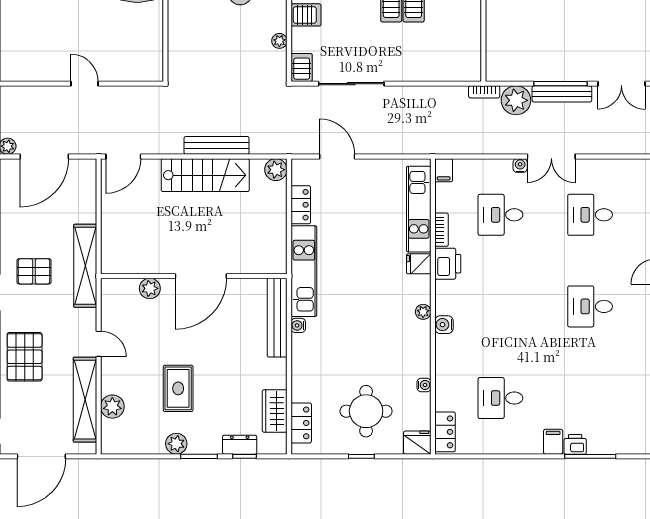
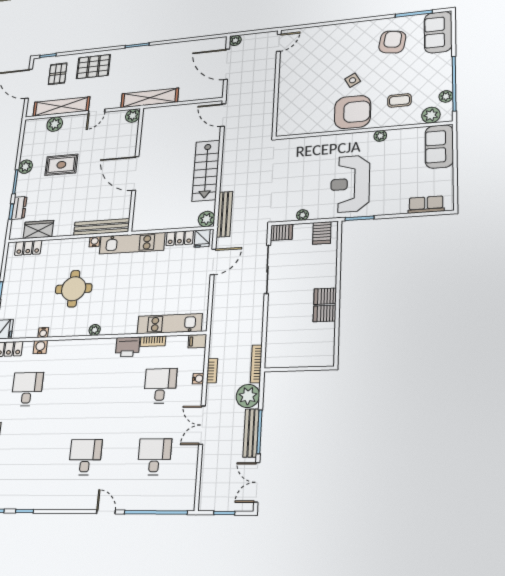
door: (85, 84) -> (279, 43), moved
bookcase: (484, 92) -> (256, 364), width x1.56
bench: (217, 145) -> (224, 214), moved
bookcase: (483, 148) -> (212, 371), added
water cooler: (520, 166) -> (198, 379), moved
fridge: (419, 264) -> (202, 238), moved, turned 180
pallet: (34, 271) -> (58, 74), moved
plant: (150, 288) -> (133, 116), moved
water cooler: (444, 325) -> (40, 347), moved
round table: (366, 411) -> (74, 289), moved

